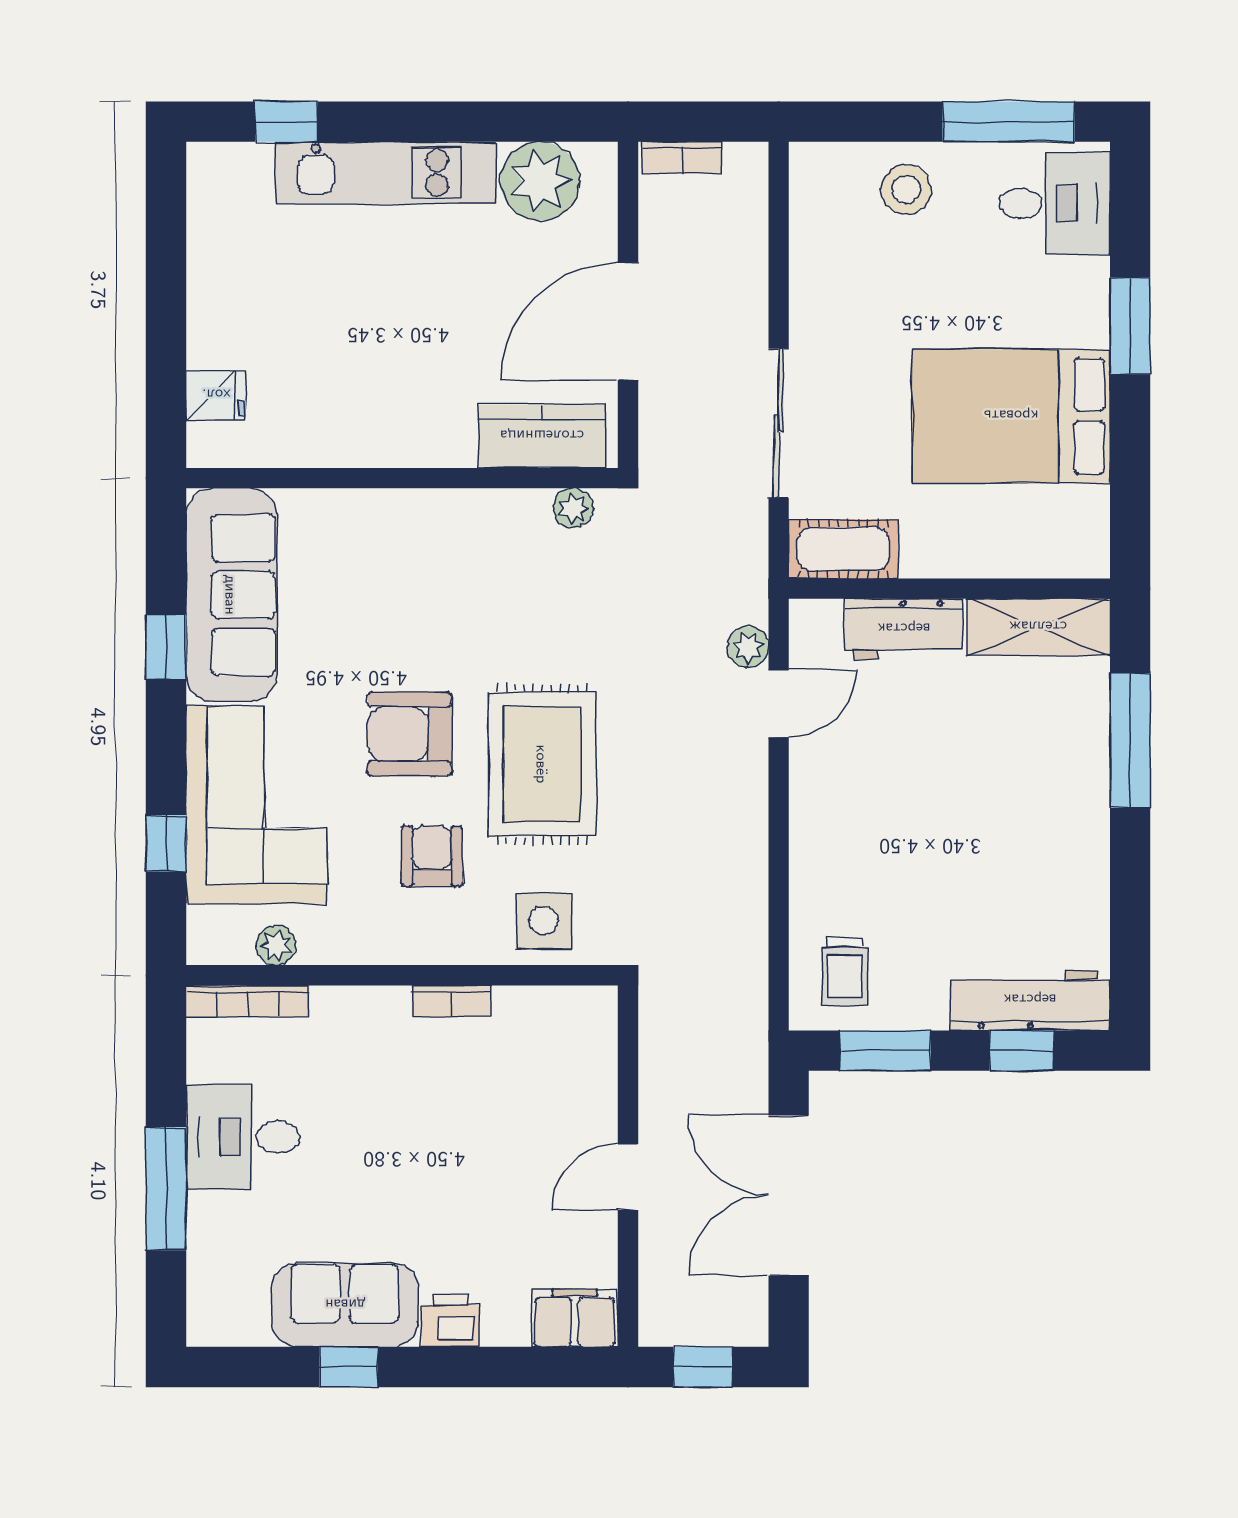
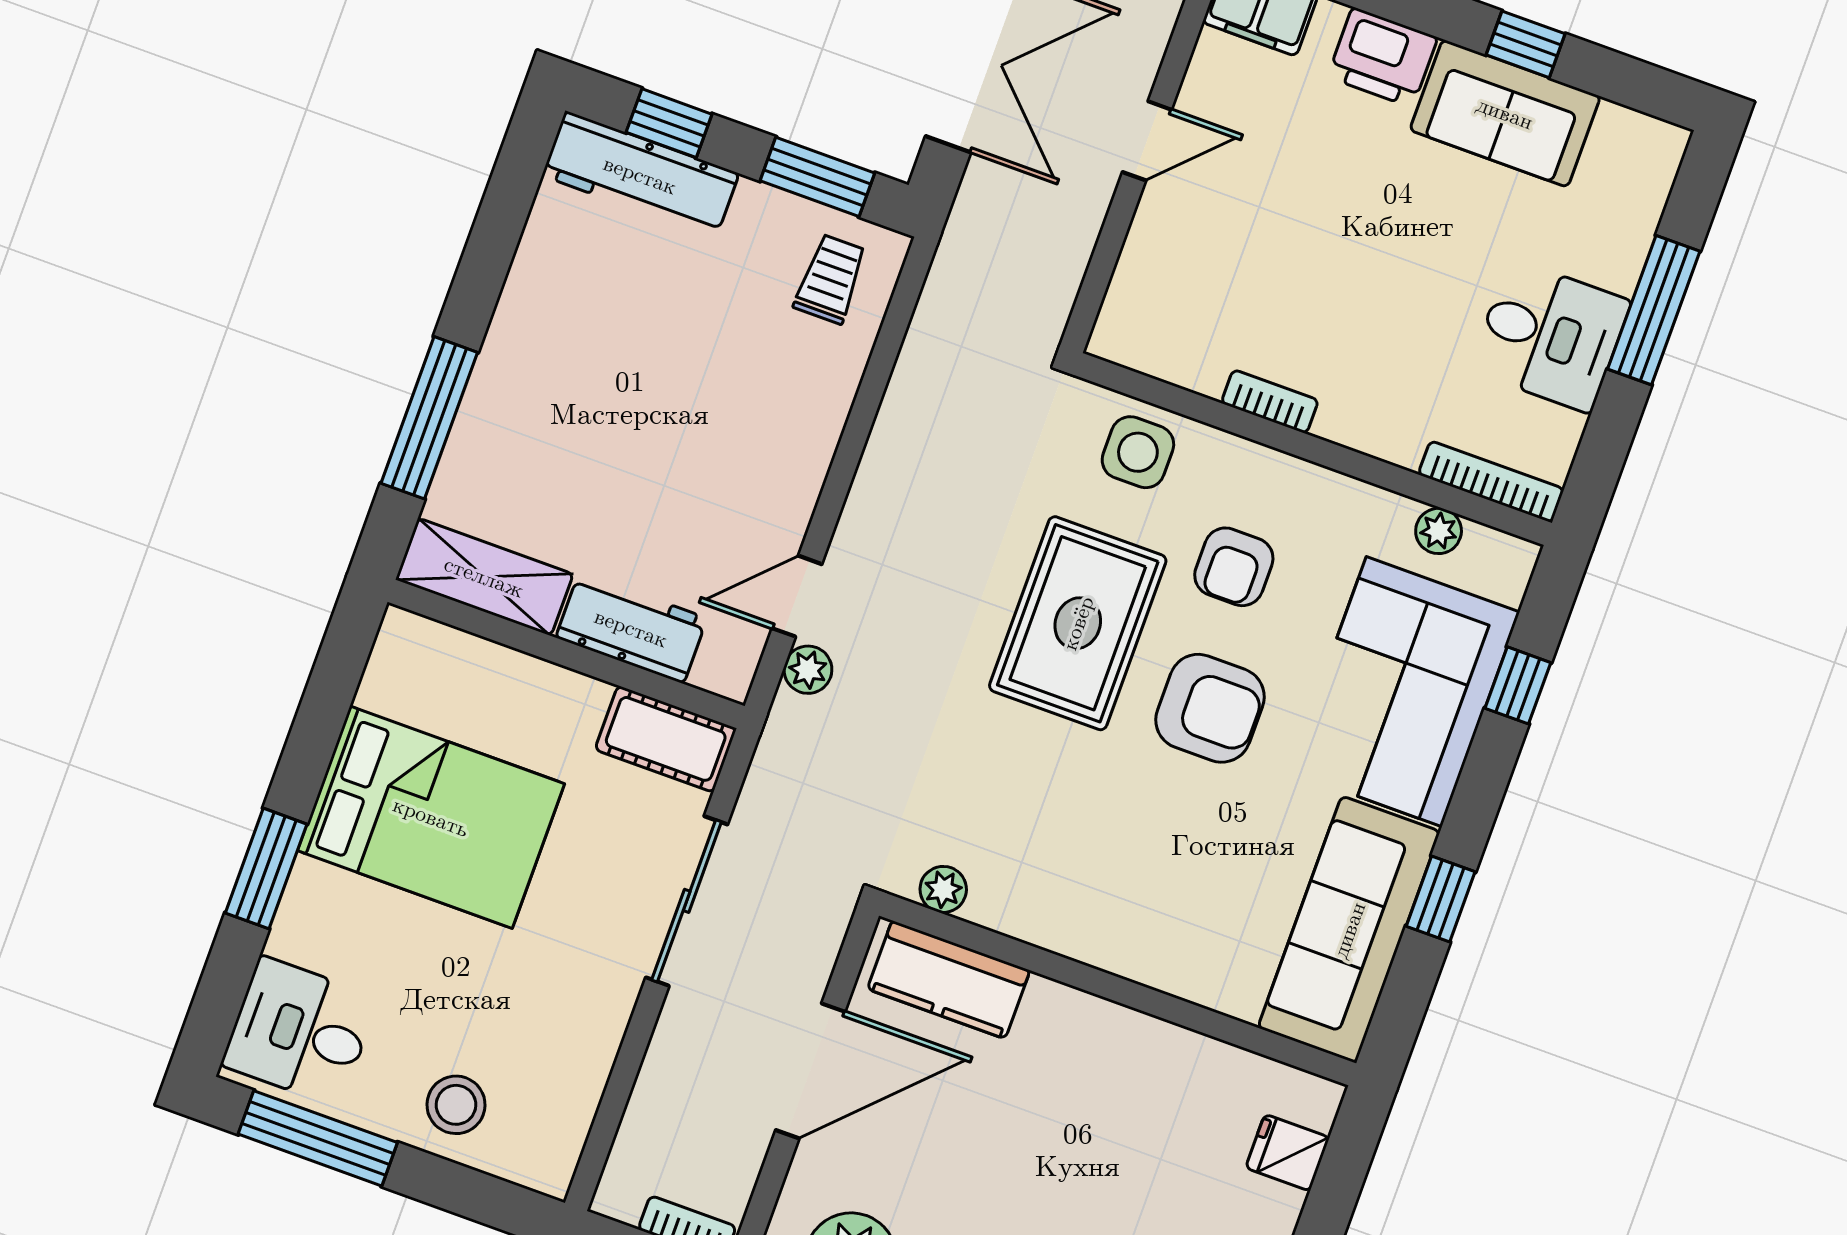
printer: (450, 1321) -> (1383, 57), width x1.36, depth x1.24

